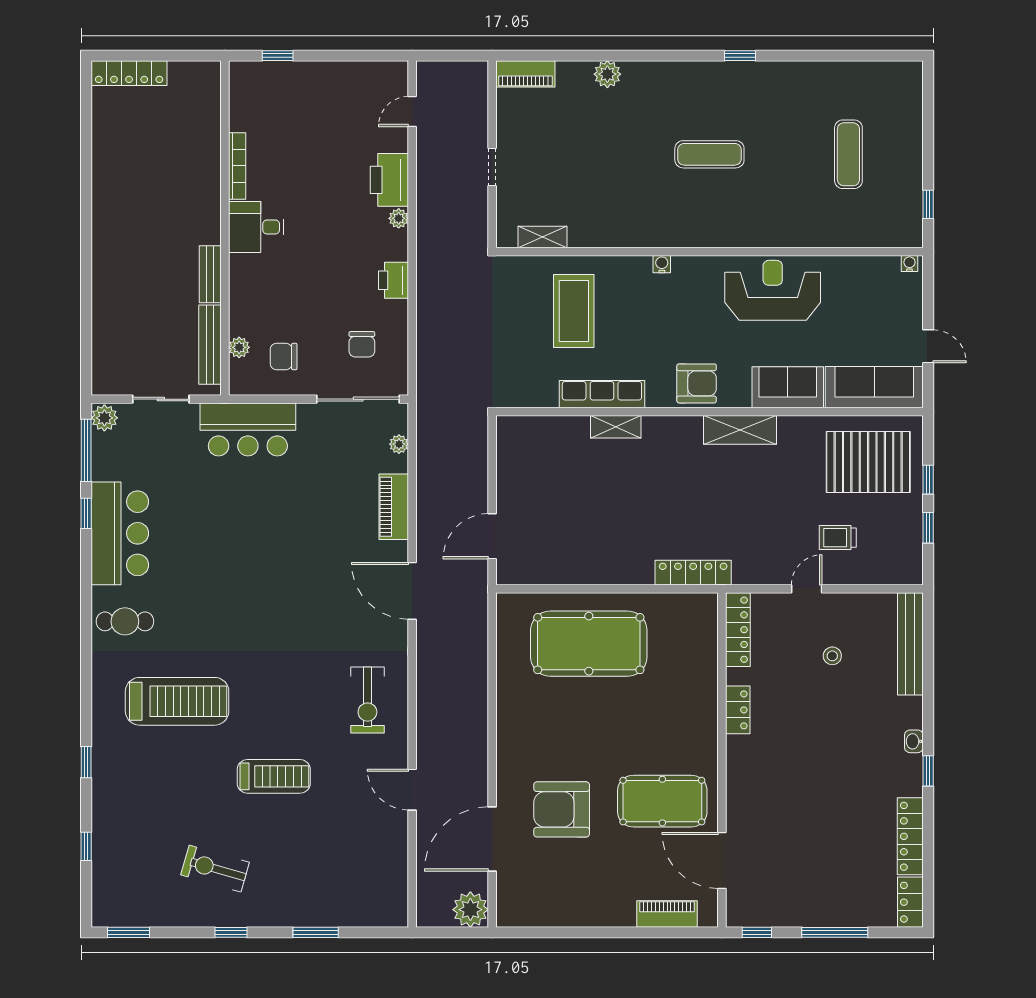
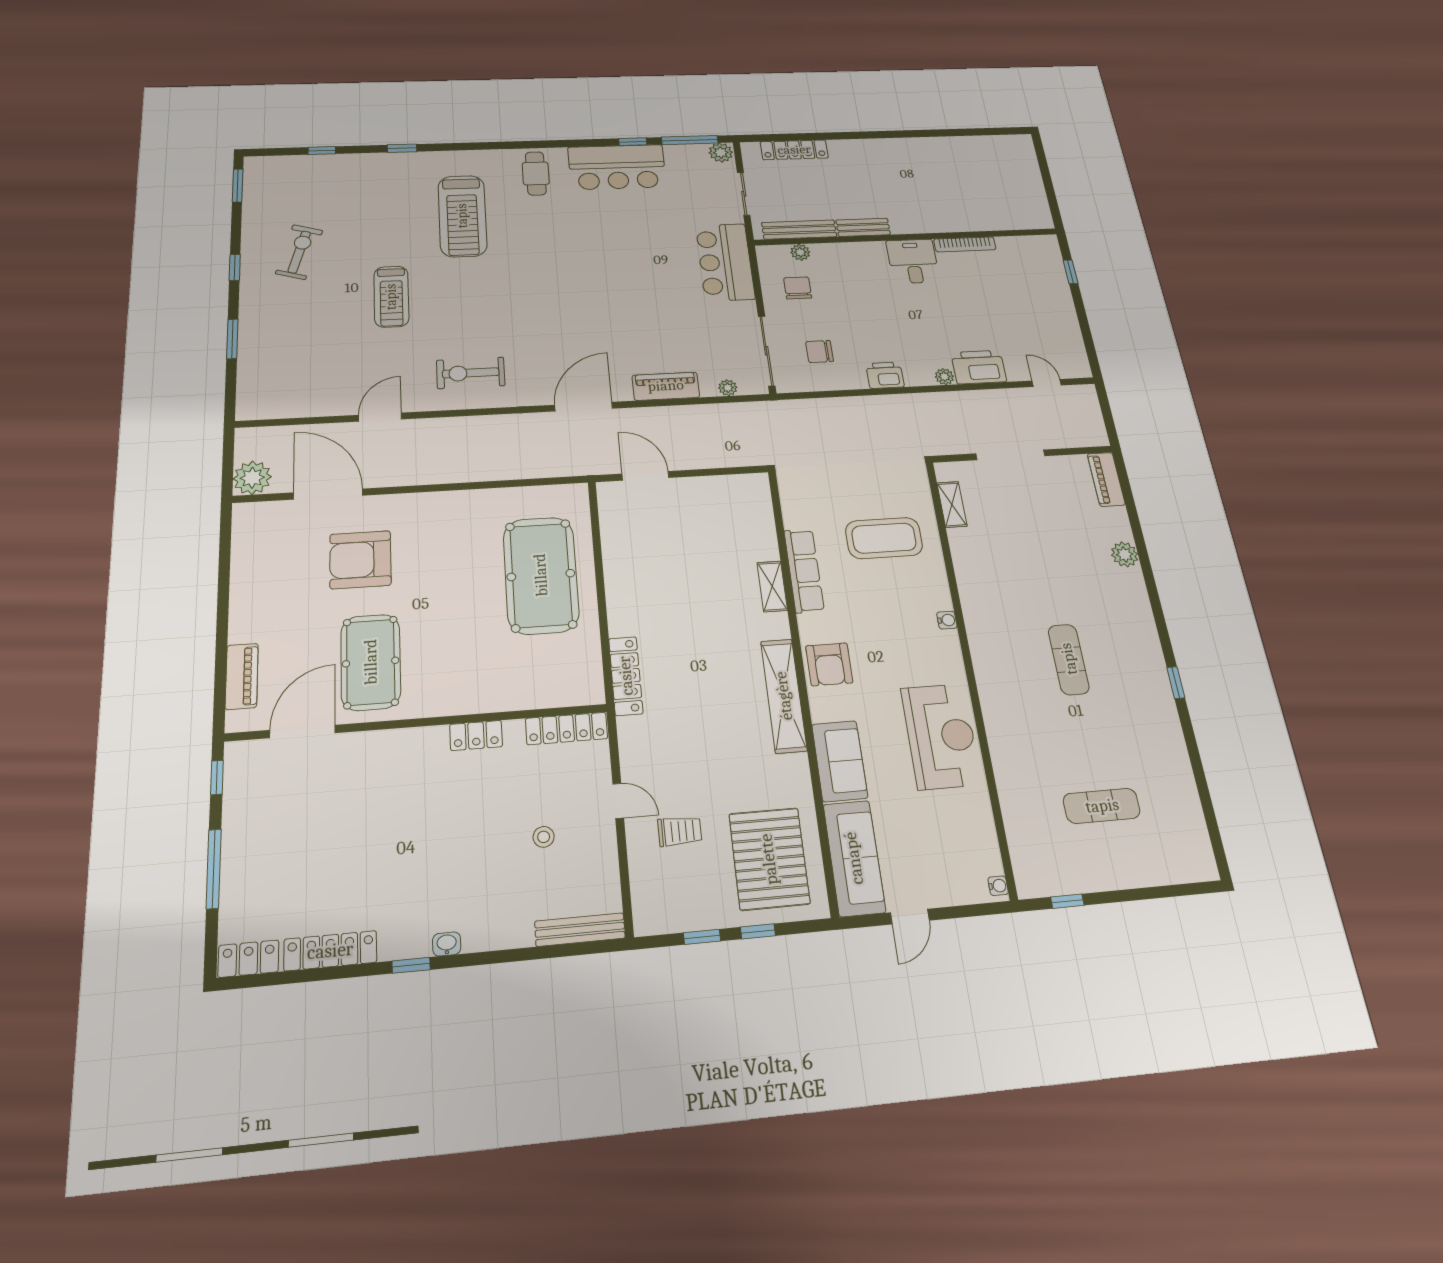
locker: (129, 73) -> (794, 150), moved, turned -90
doorway: (492, 167) -> (1010, 455), width x1.88
shelving: (740, 430) -> (784, 696), width x1.47
trolley: (838, 538) -> (680, 831), turned 90
bench: (910, 644) -> (580, 930), width x0.73, depth x0.82
armchair: (562, 809) -> (360, 560), turned -90

